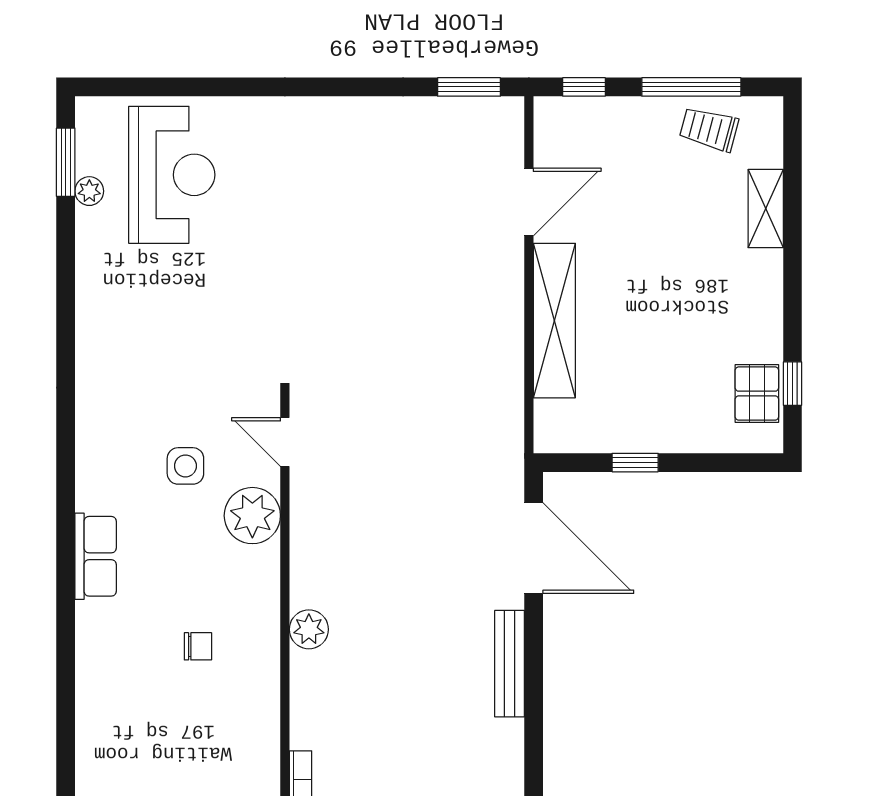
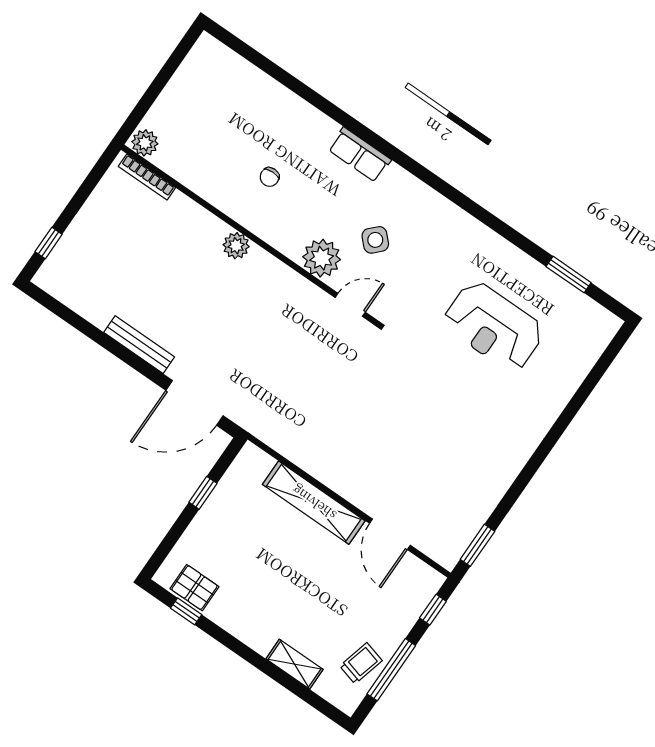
window: (66, 162) -> (569, 275), moved
reception desk: (172, 175) -> (494, 326), moved
plant: (89, 191) -> (566, 293), removed
side table: (185, 466) -> (375, 240), turned 45

